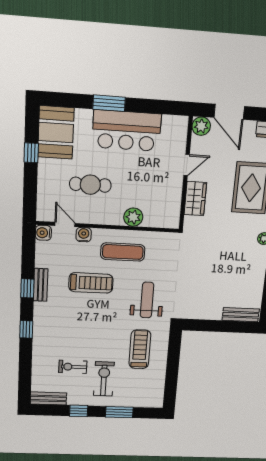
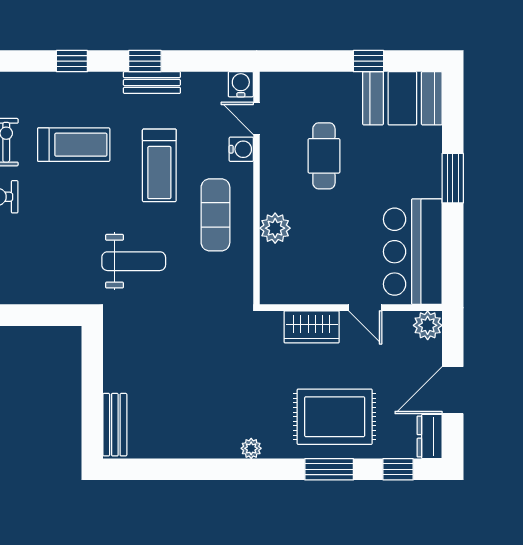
door: (229, 112) -> (453, 390), moved
bar counter: (127, 131) -> (413, 252), moved
door: (65, 224) -> (257, 118), swing flipped
treadmill: (140, 349) -> (74, 145), moved

